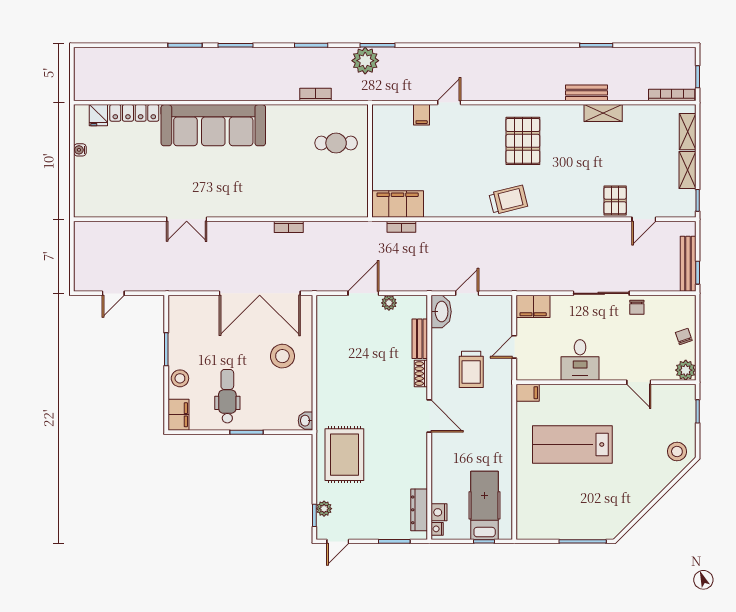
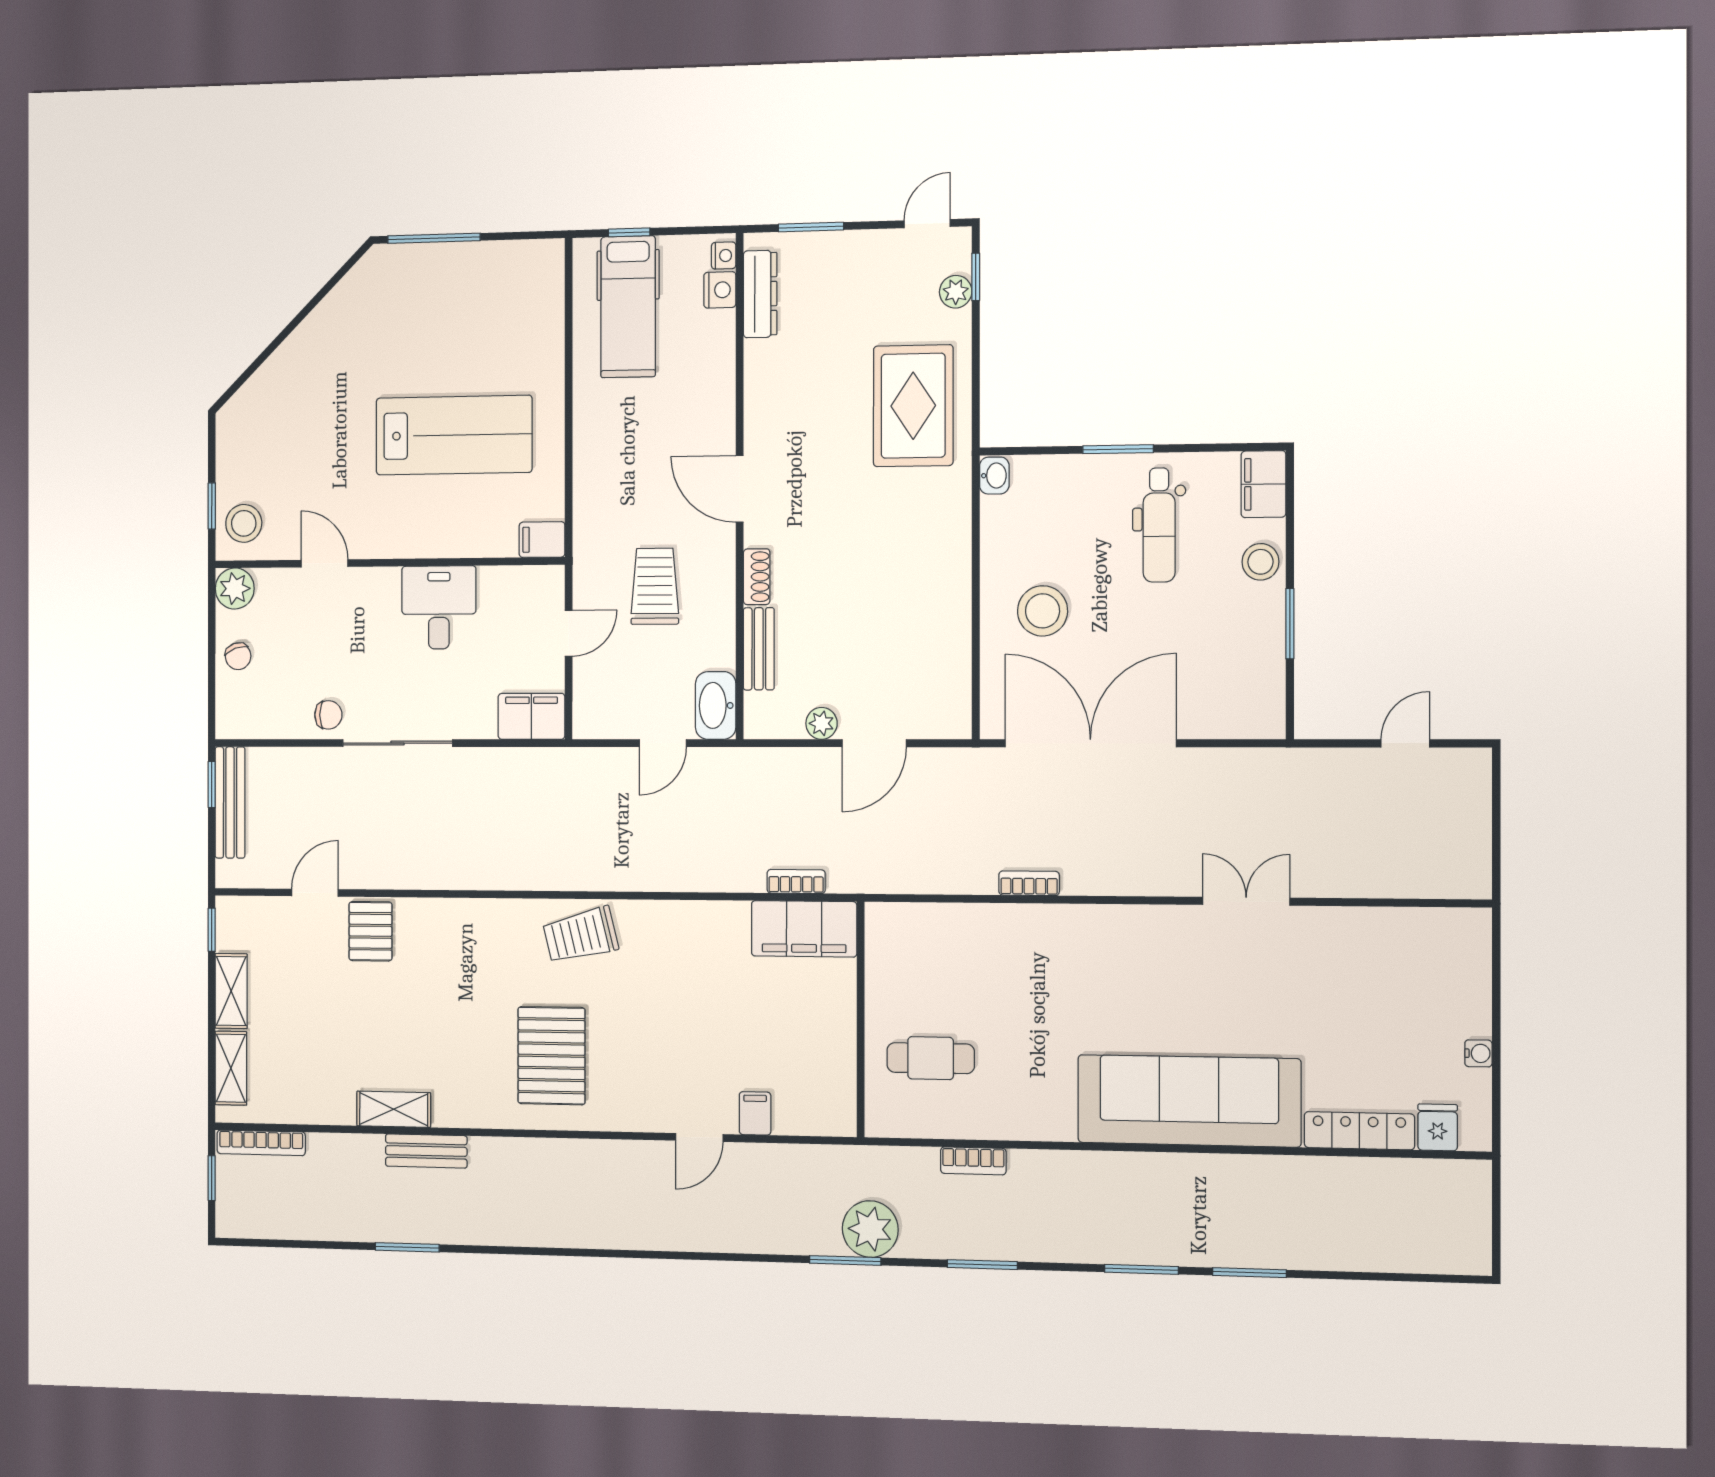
chair: (637, 307) -> (328, 715), turned 90
stool: (677, 452) -> (244, 523), moved

